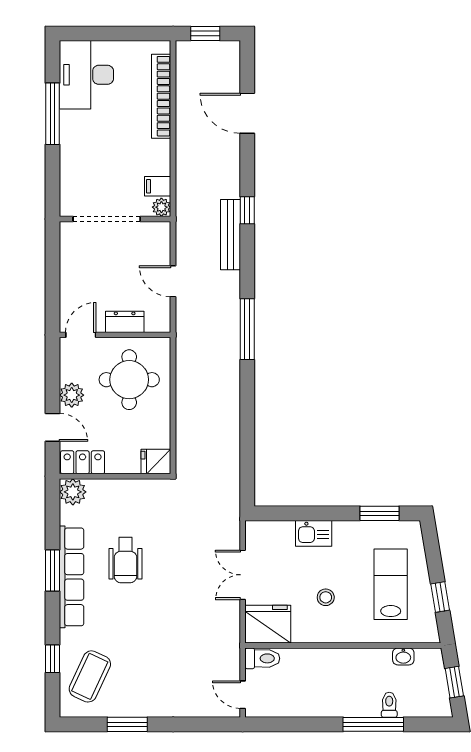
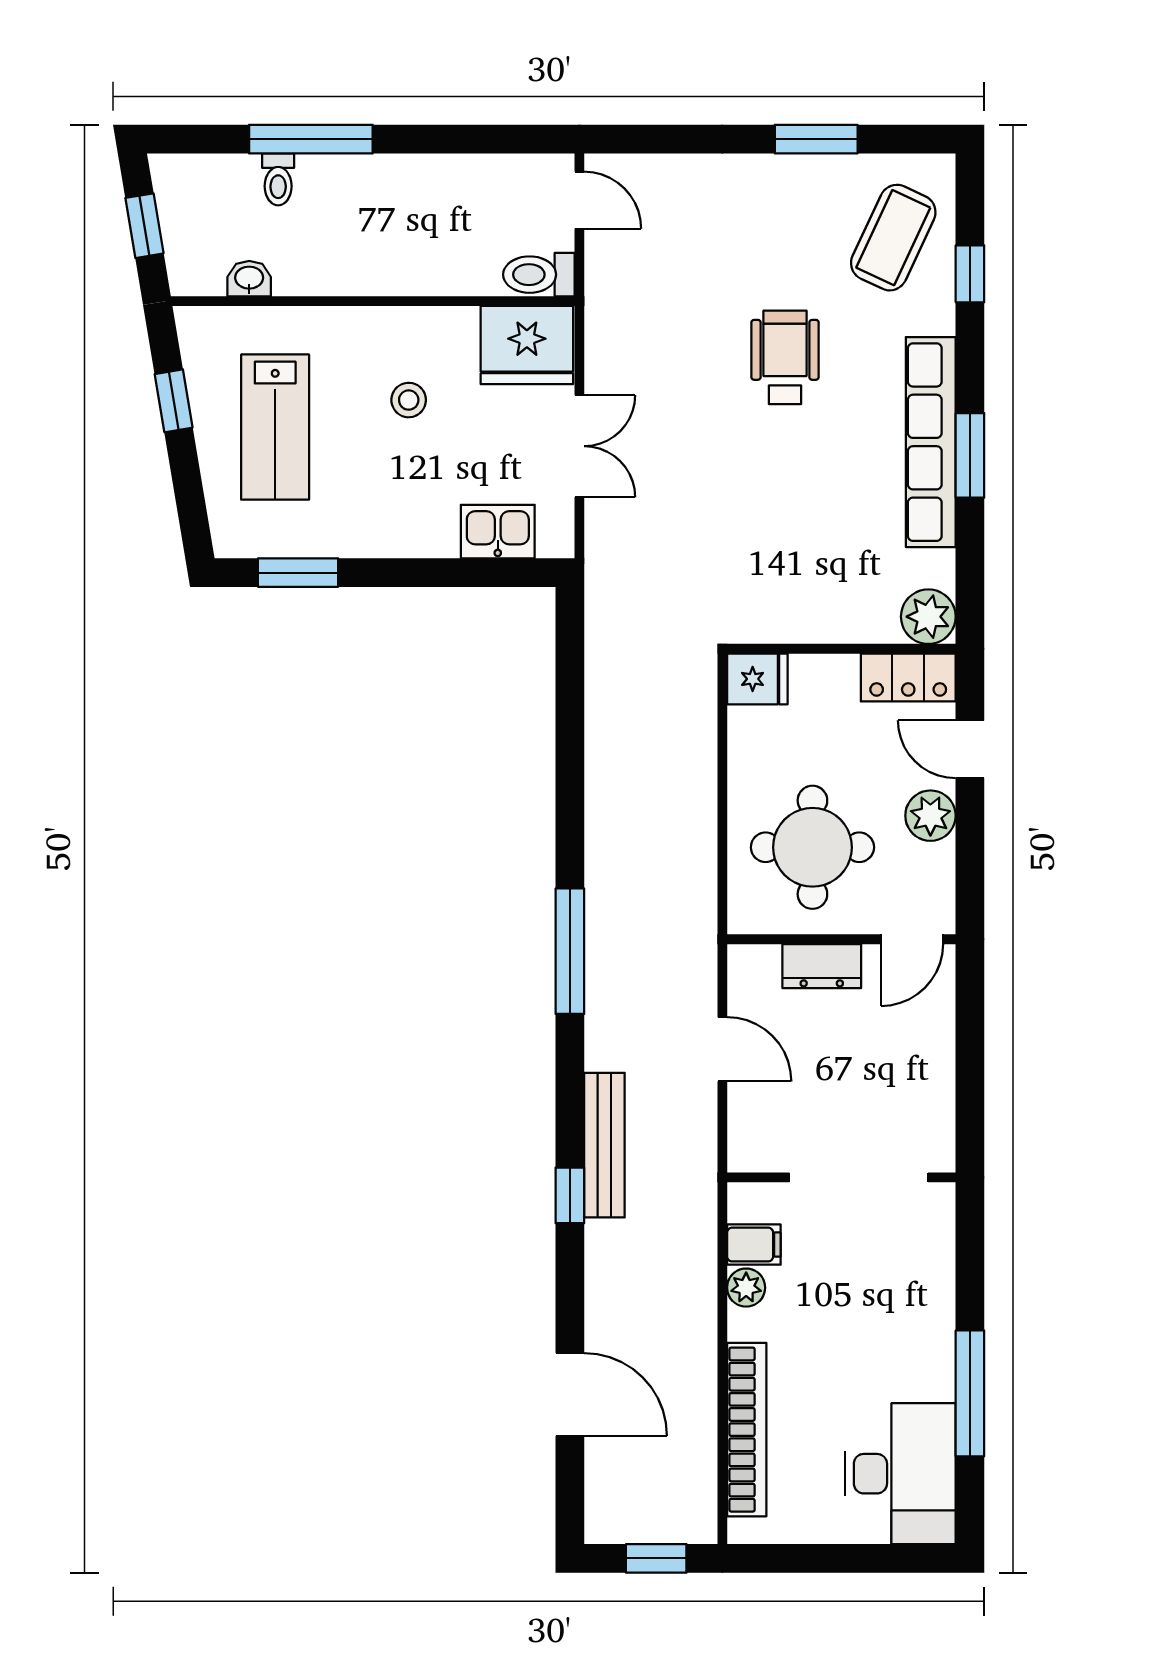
plant: (161, 207) -> (746, 1288), moved
kitchen sink: (314, 533) -> (498, 532), moved
wheelchair: (125, 560) -> (785, 357), moved

